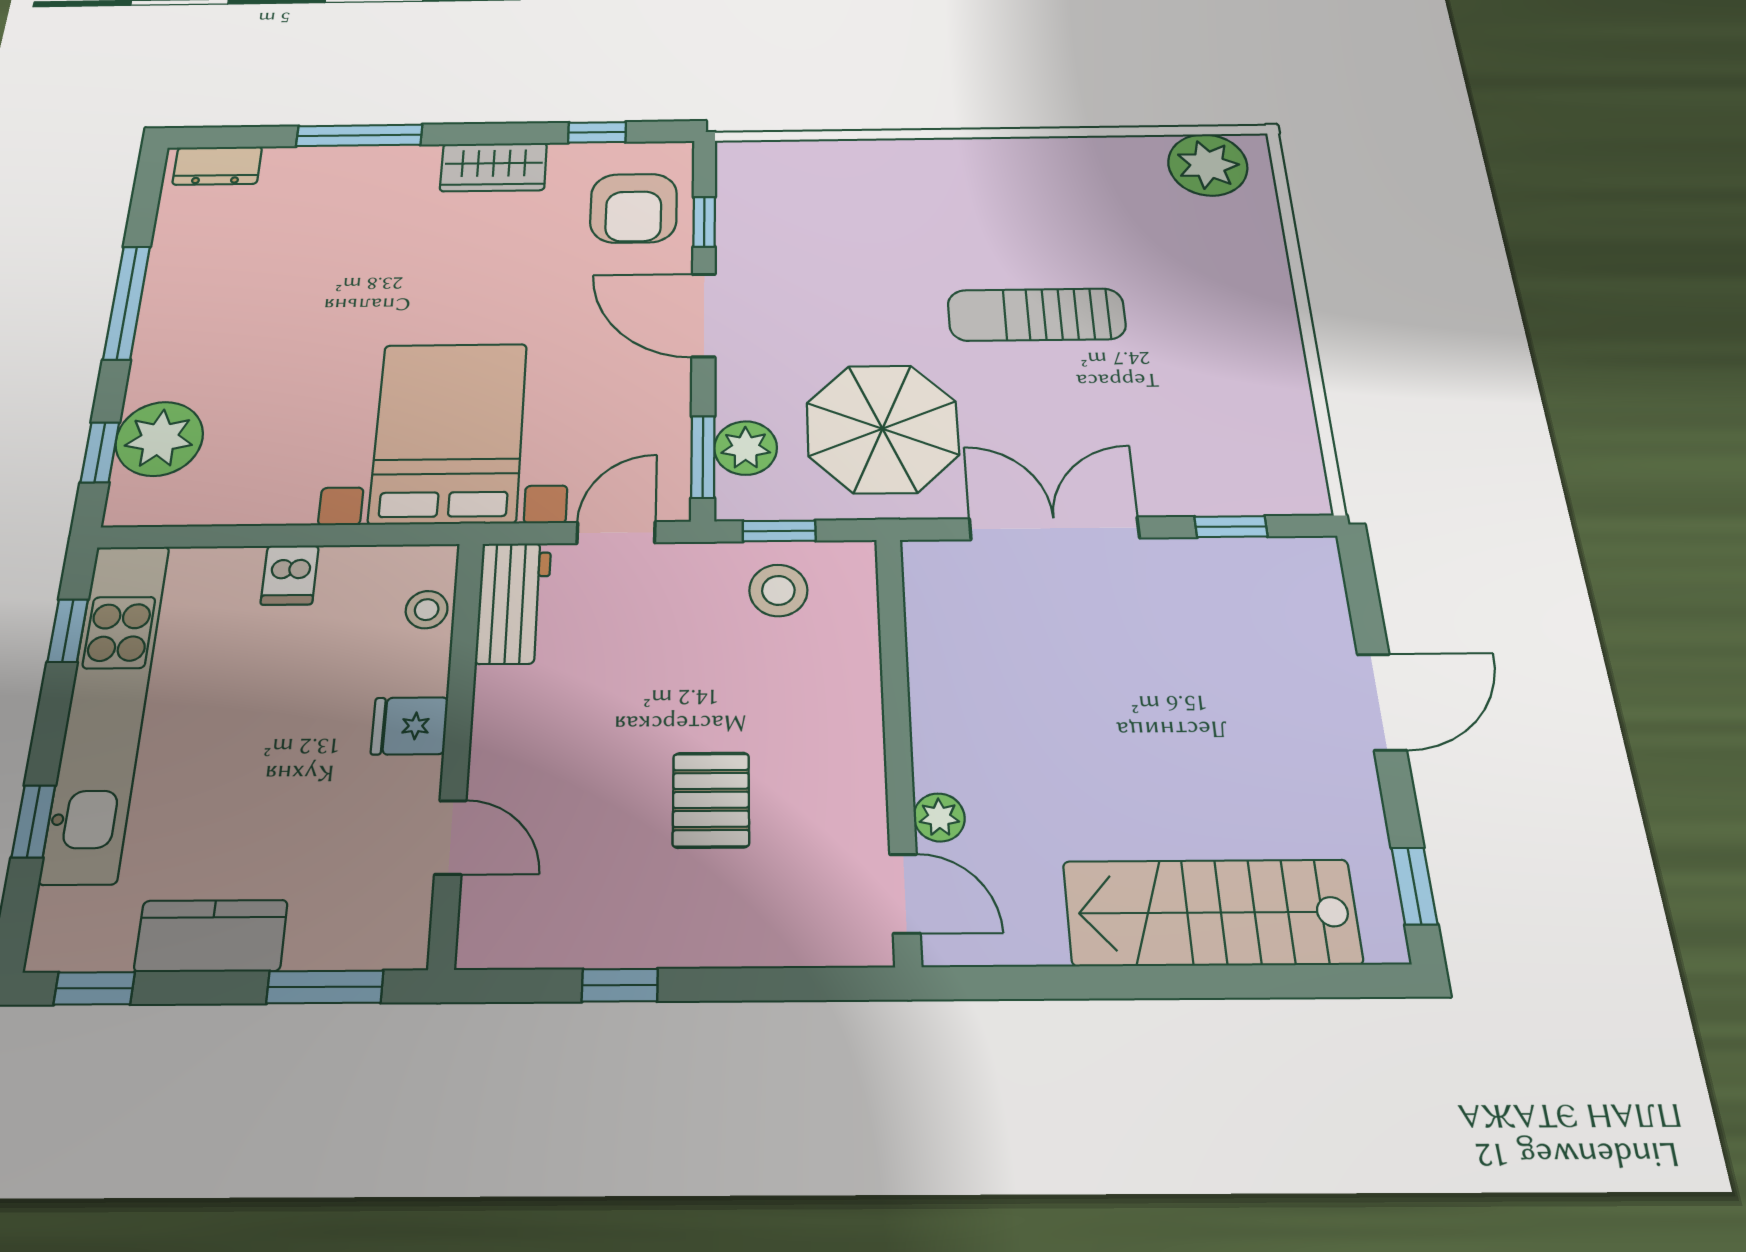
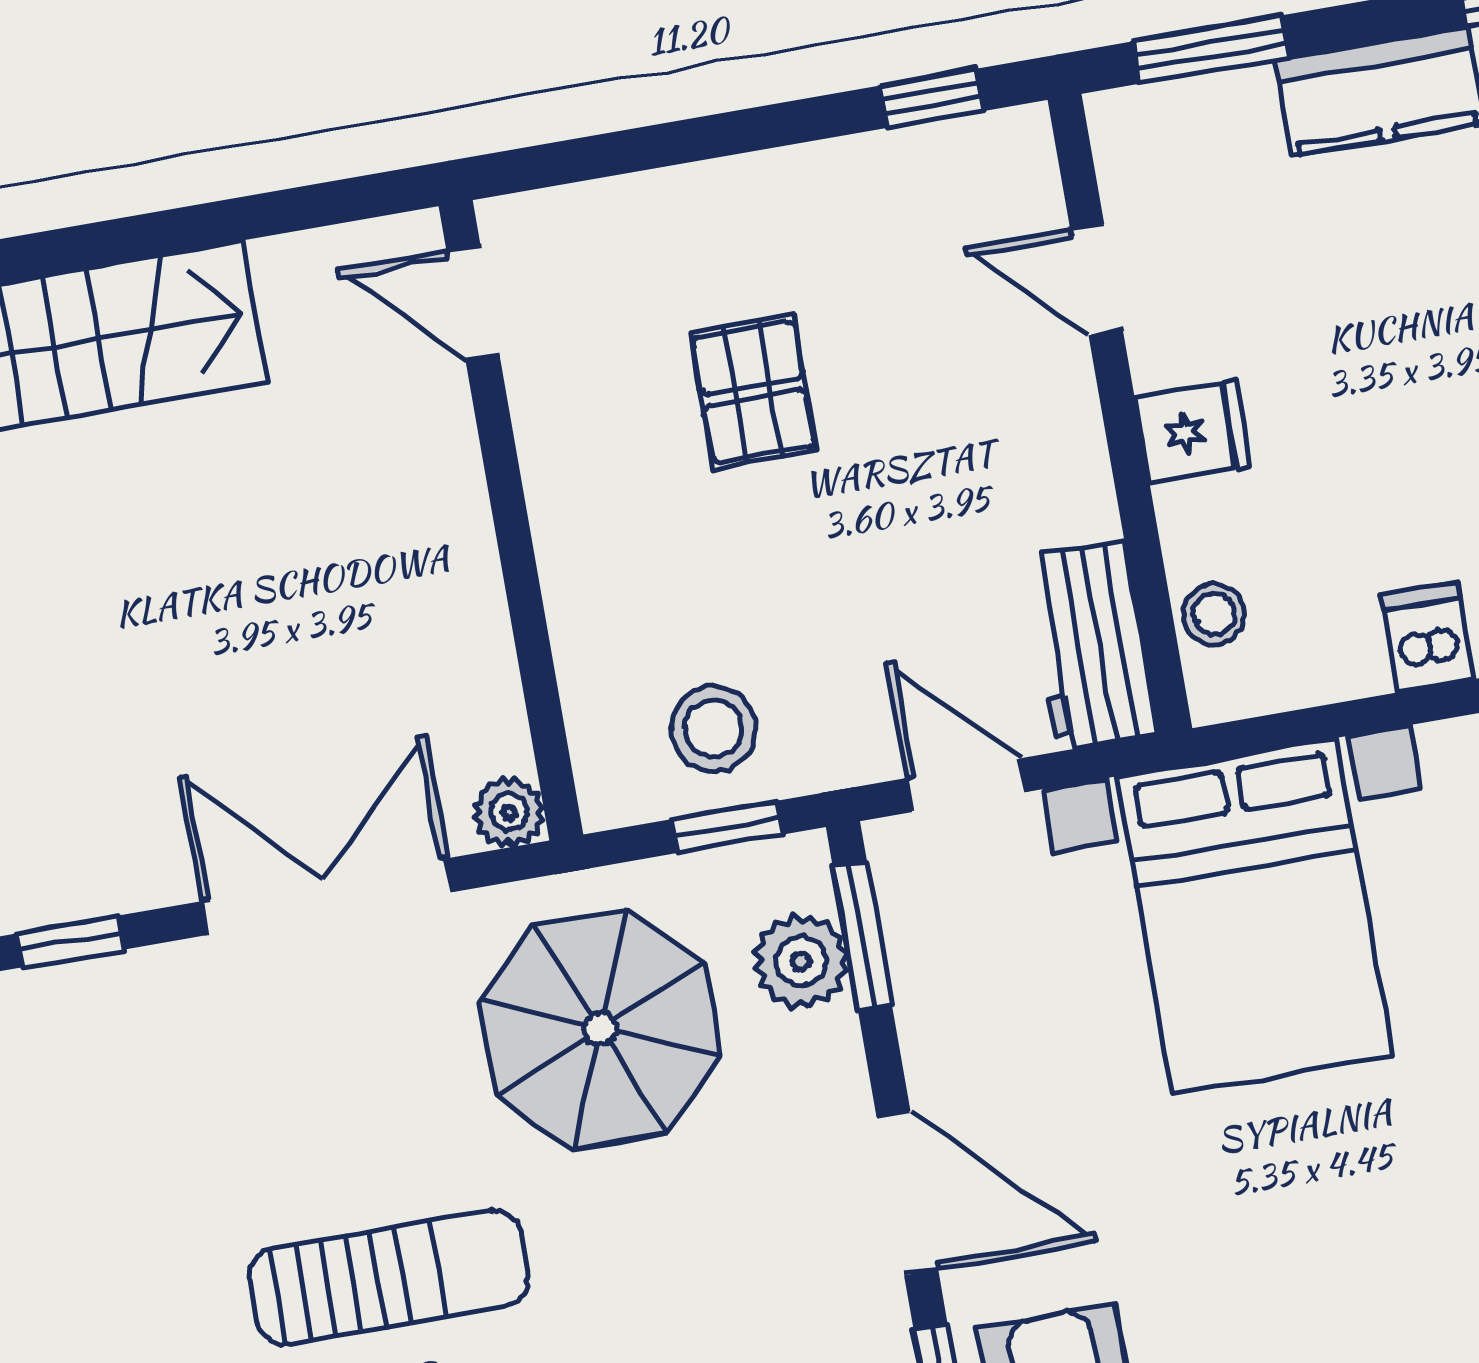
double door: (1054, 528) -> (327, 897), swing flipped
door: (616, 533) -> (967, 785), swing flipped
plant: (939, 817) -> (509, 812), moved
window: (620, 985) -> (932, 98), moved

